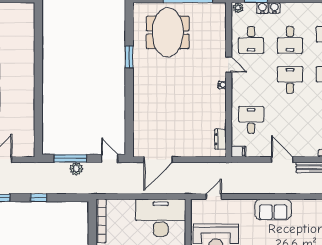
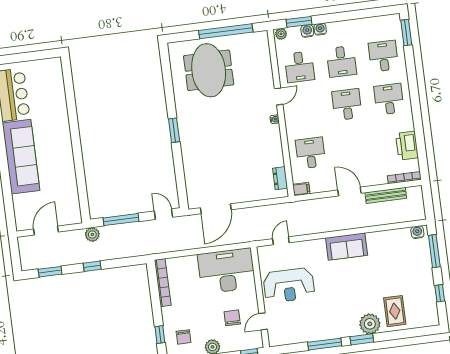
window: (129, 57) -> (174, 130), moved
door: (229, 64) -> (279, 96), hinge flipped
plant: (76, 169) -> (92, 234), moved

